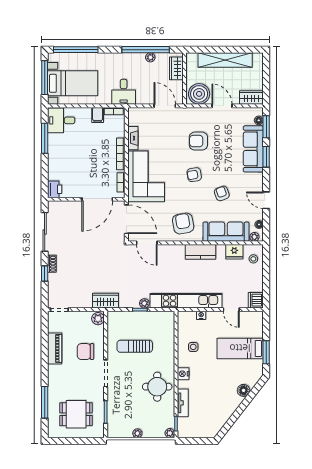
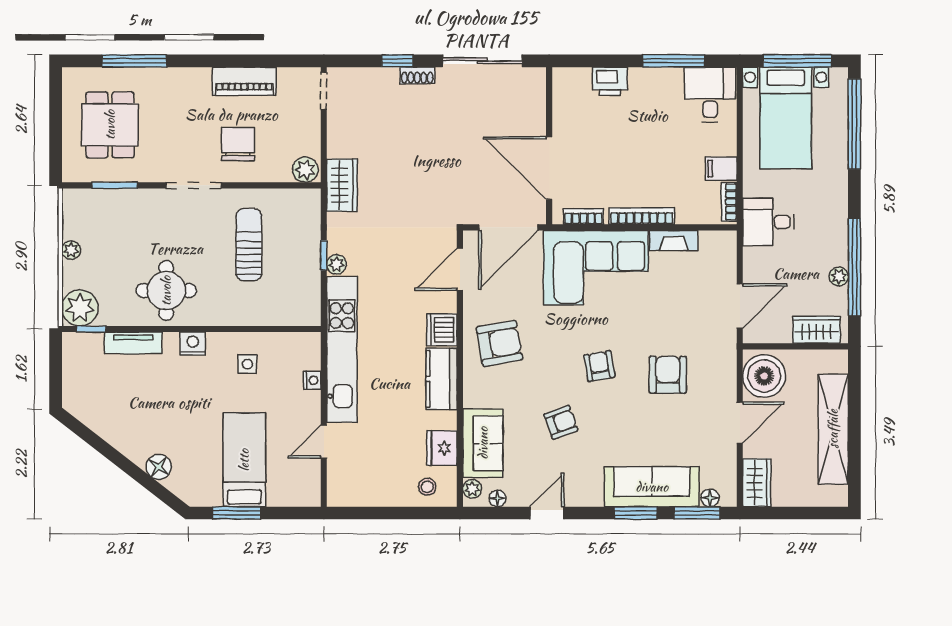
printer: (55, 189) -> (610, 81), moved
sofa: (226, 232) -> (483, 443), width x0.73
dishwasher: (256, 300) -> (442, 330), moved, turned -90
plant: (170, 433) -> (80, 308), width x1.87, depth x1.87

